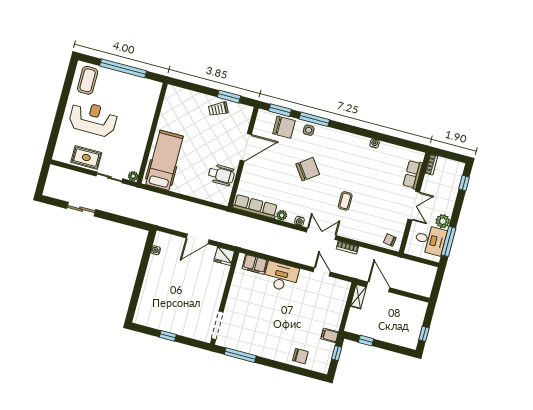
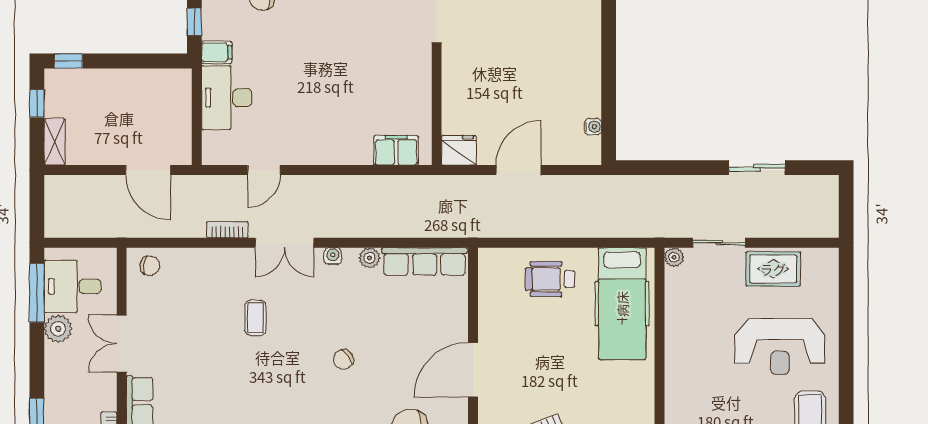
chair: (308, 169) -> (343, 359), width x0.54, depth x0.54
wheelchair: (221, 175) -> (550, 279), moved
door: (322, 272) -> (264, 170), hinge flipped
desk: (281, 277) -> (227, 98), moved, turned 90
shelving: (358, 296) -> (55, 142), moved
window: (366, 341) -> (68, 61), moved

